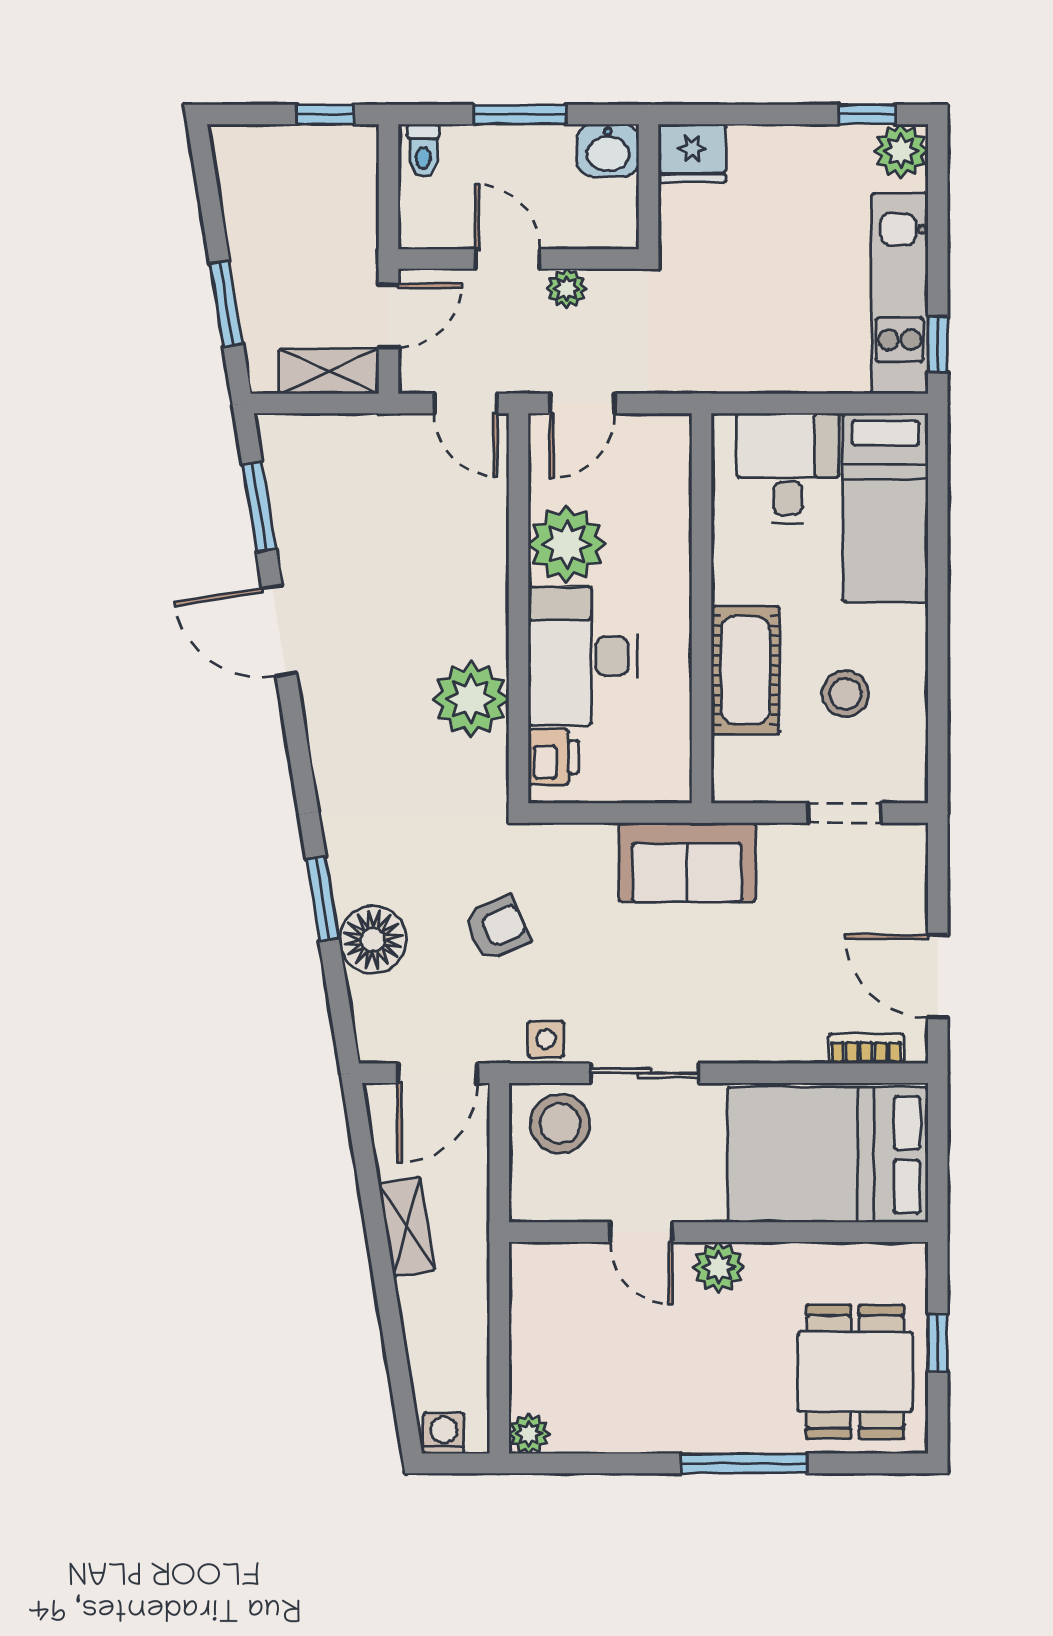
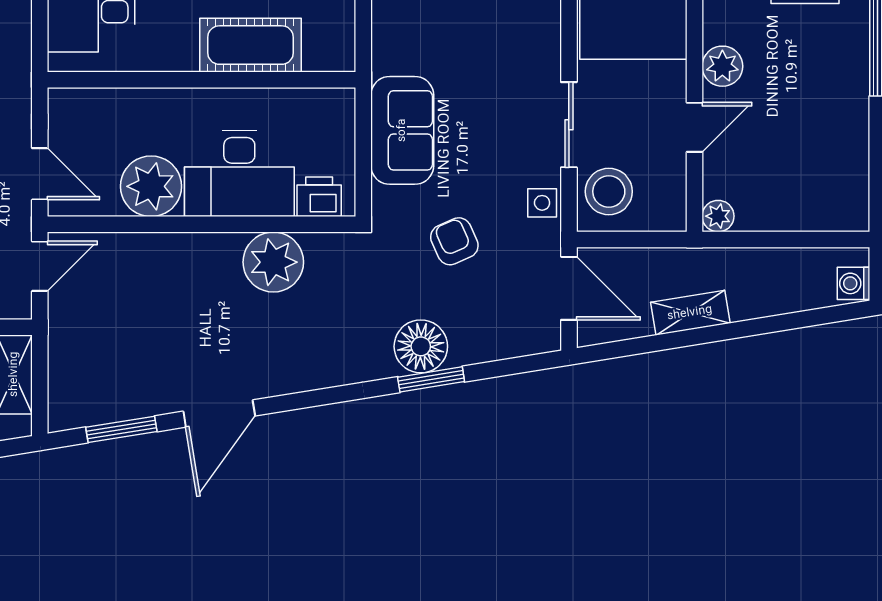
sofa: (687, 862) -> (402, 130), moved
floor lamp: (373, 940) -> (421, 346), moved
plant: (529, 1434) -> (718, 216), moved

